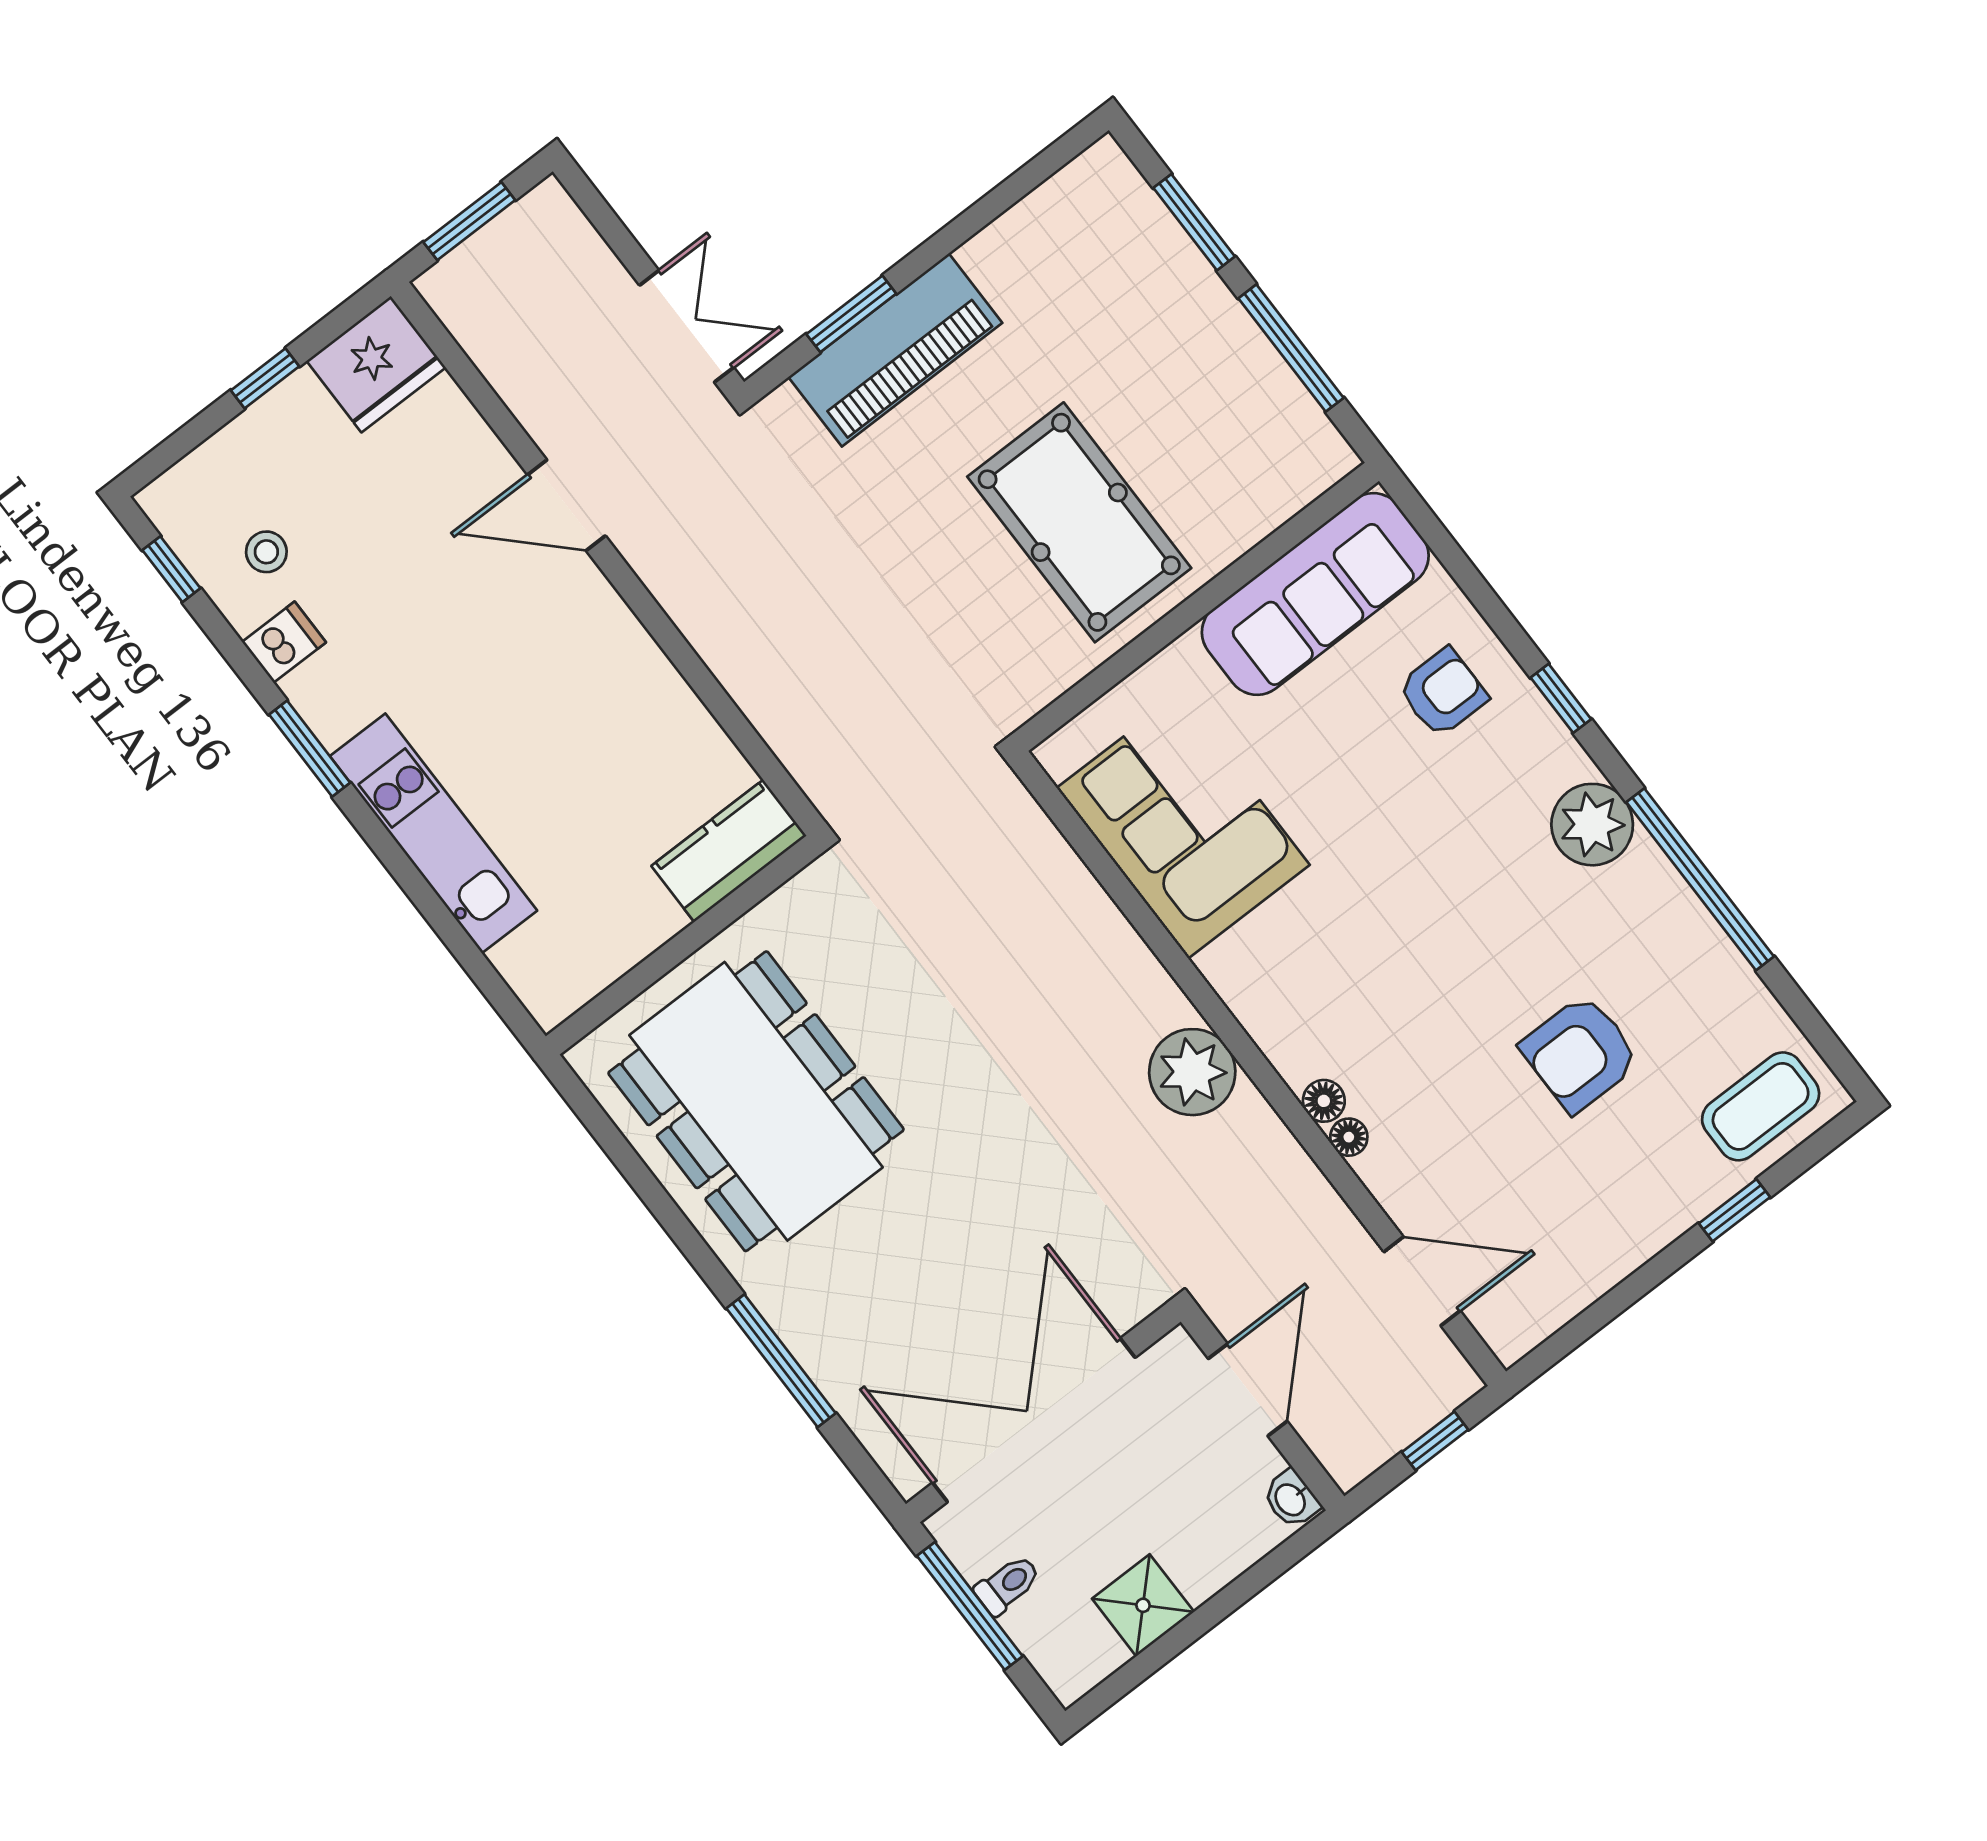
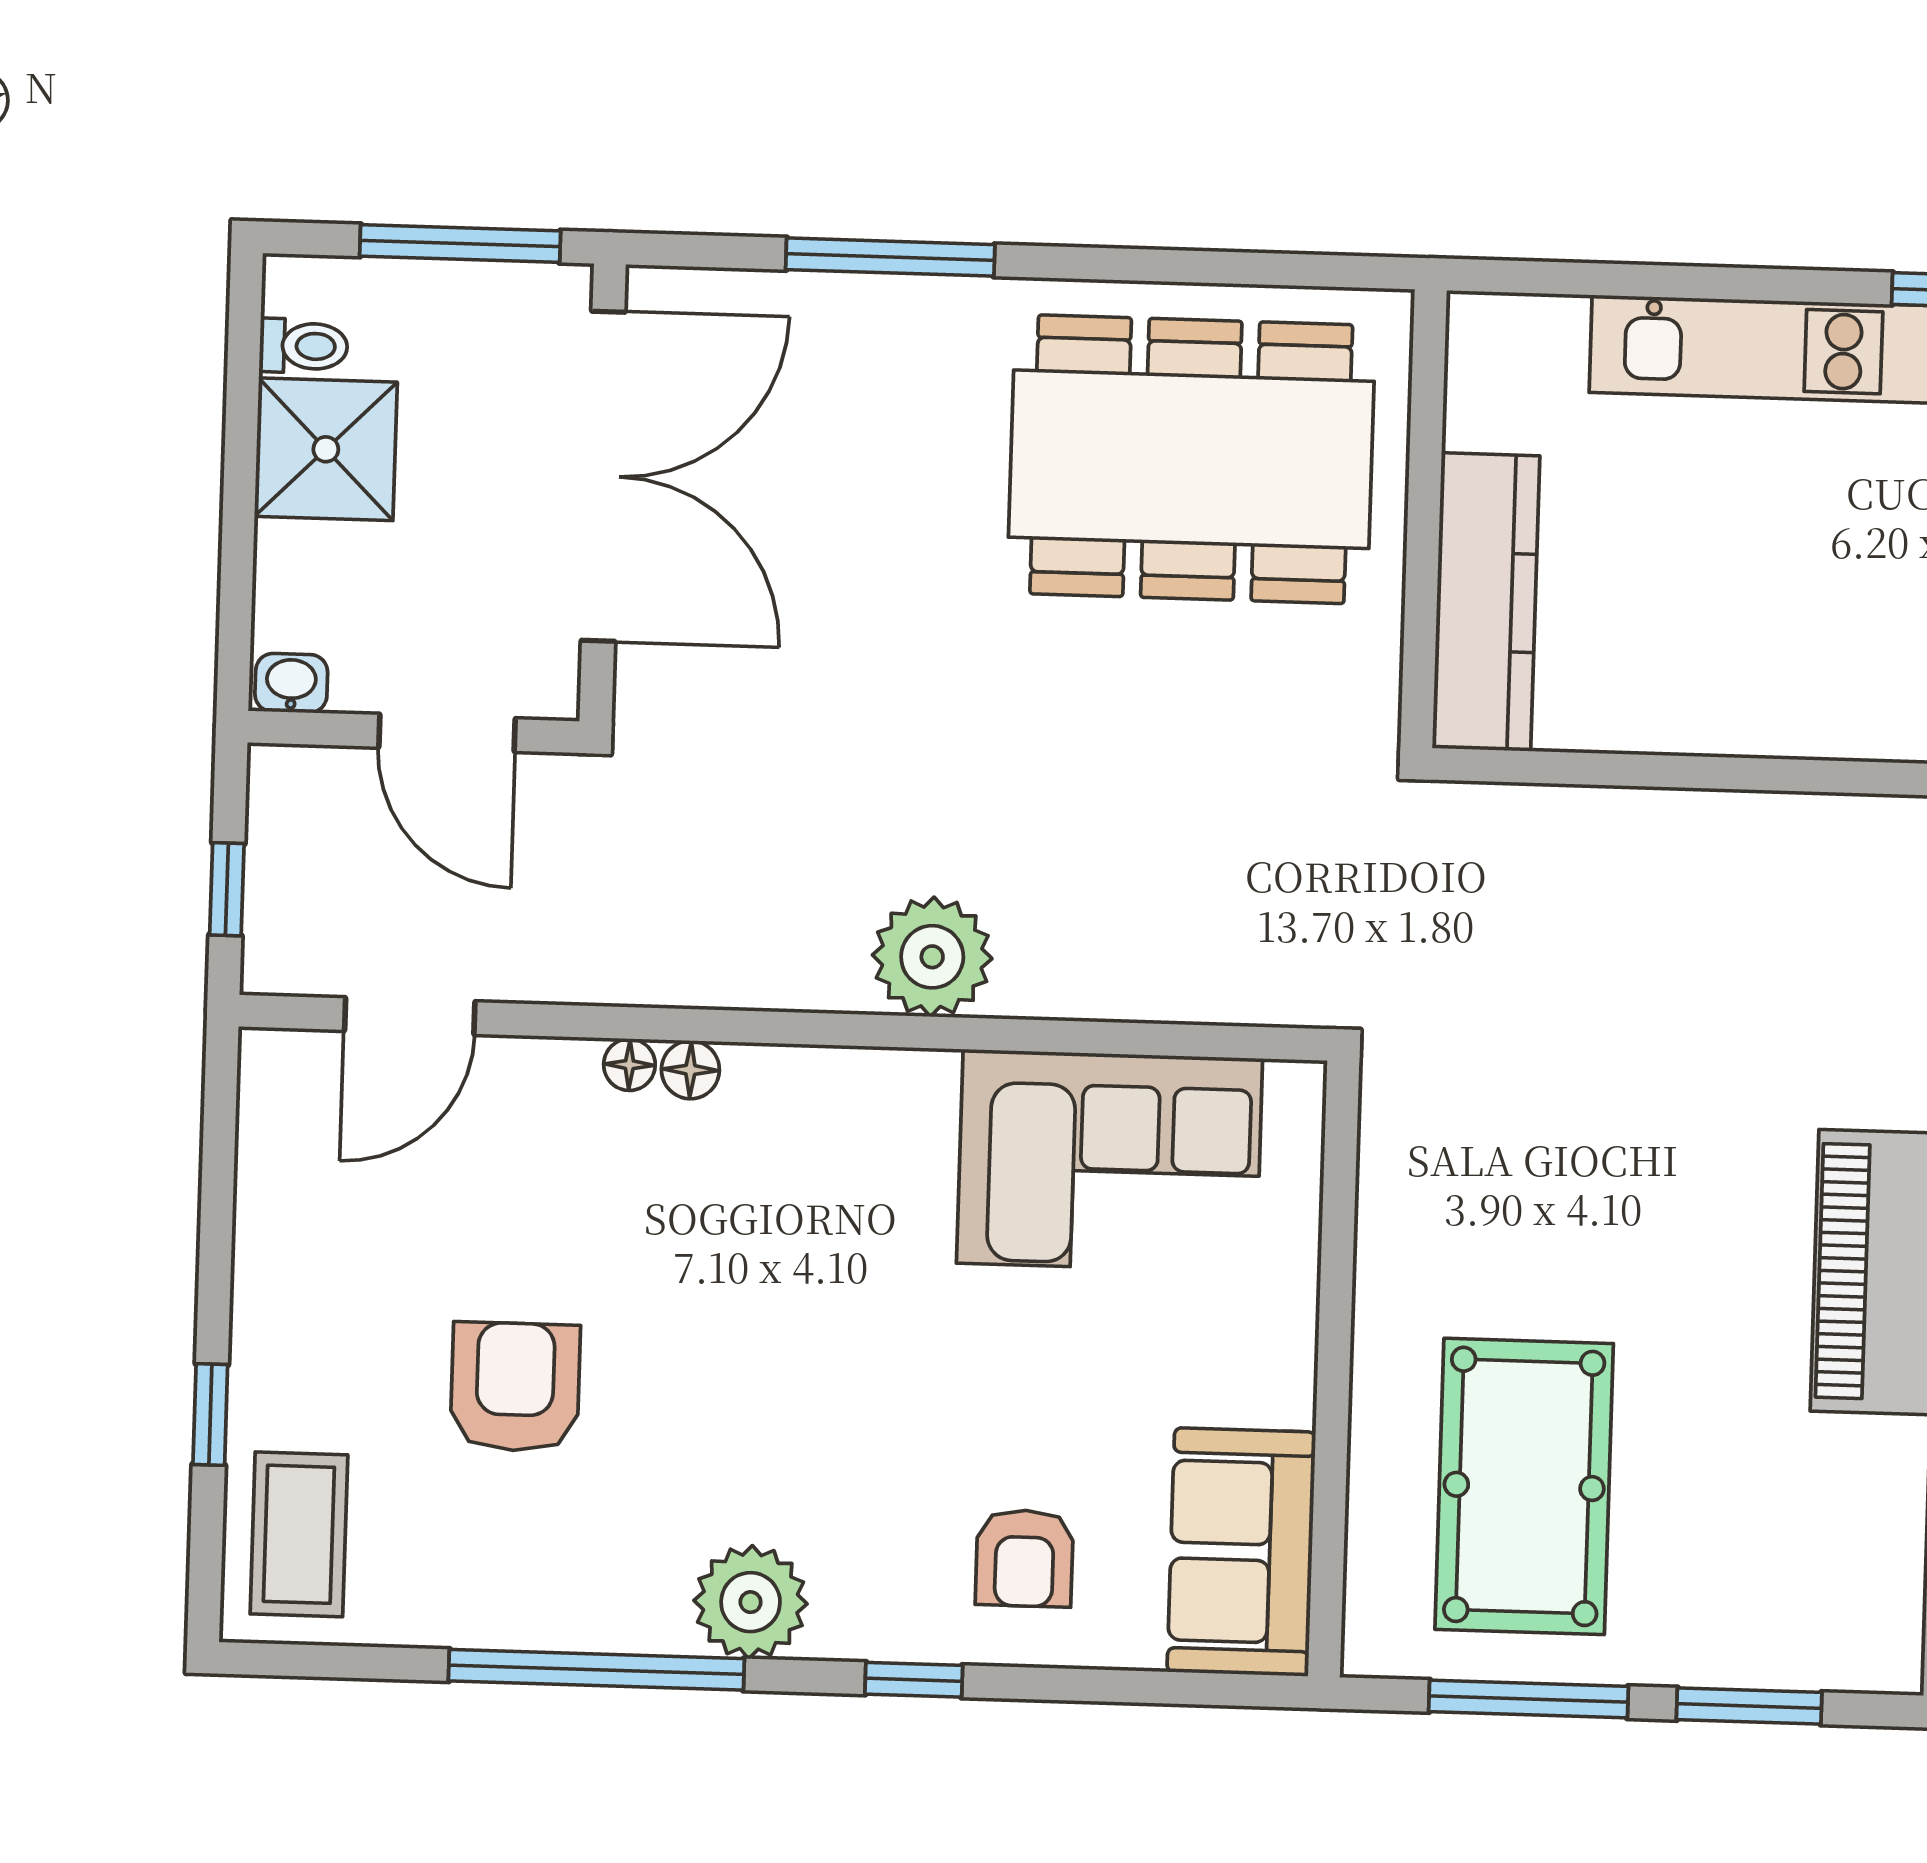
pool table: (1079, 522) -> (1524, 1486), moved, turned 90
sofa: (1315, 594) -> (1241, 1552), width x0.73
kitchen counter: (729, 851) -> (1486, 602), width x1.50
plant: (1192, 1072) -> (932, 957), moved
toilet: (1008, 1585) -> (303, 346), moved, turned -90
shower: (1143, 1605) -> (326, 449), width x1.36, depth x1.36

